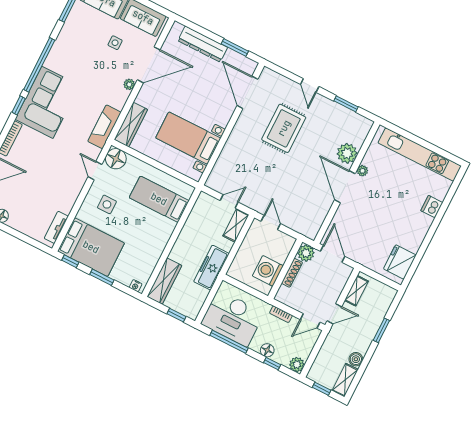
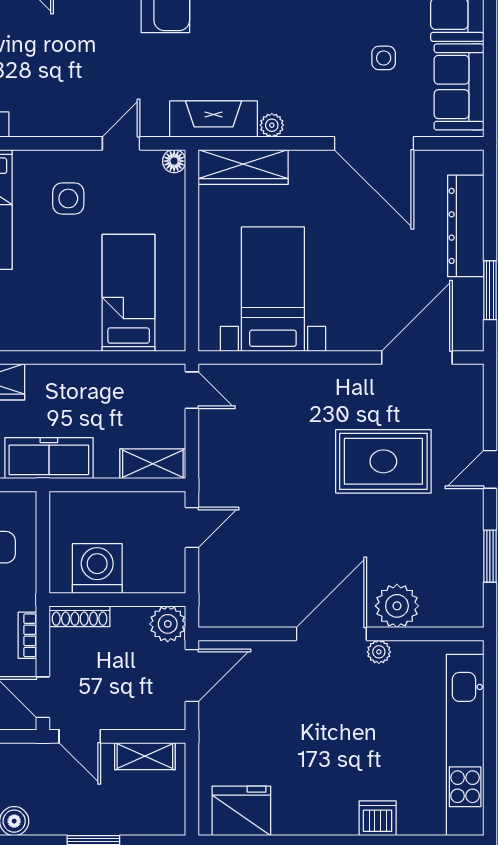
plant: (129, 84) -> (272, 125), moved
floor lamp: (116, 159) -> (174, 161), width x0.53, depth x0.53
door: (229, 201) -> (192, 390), moved
shoe rack: (292, 273) -> (80, 616), moved

